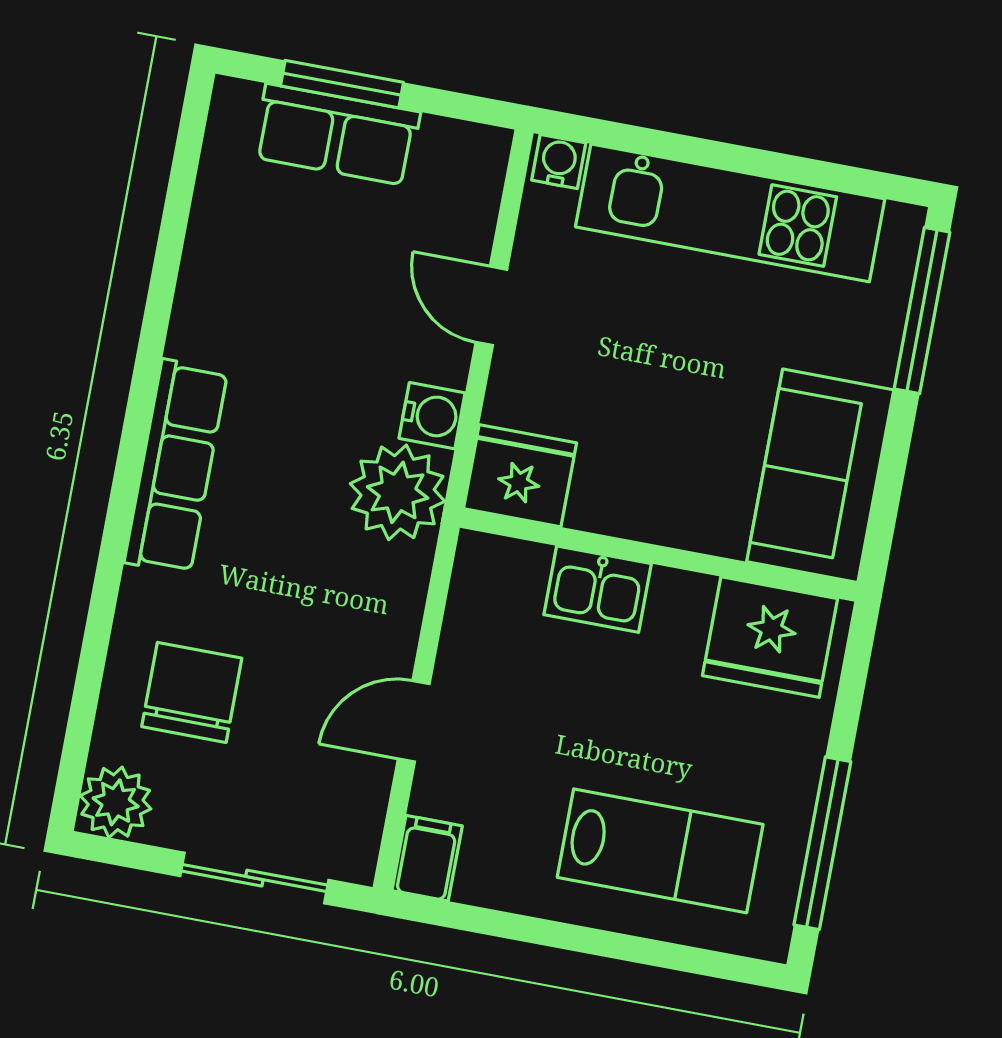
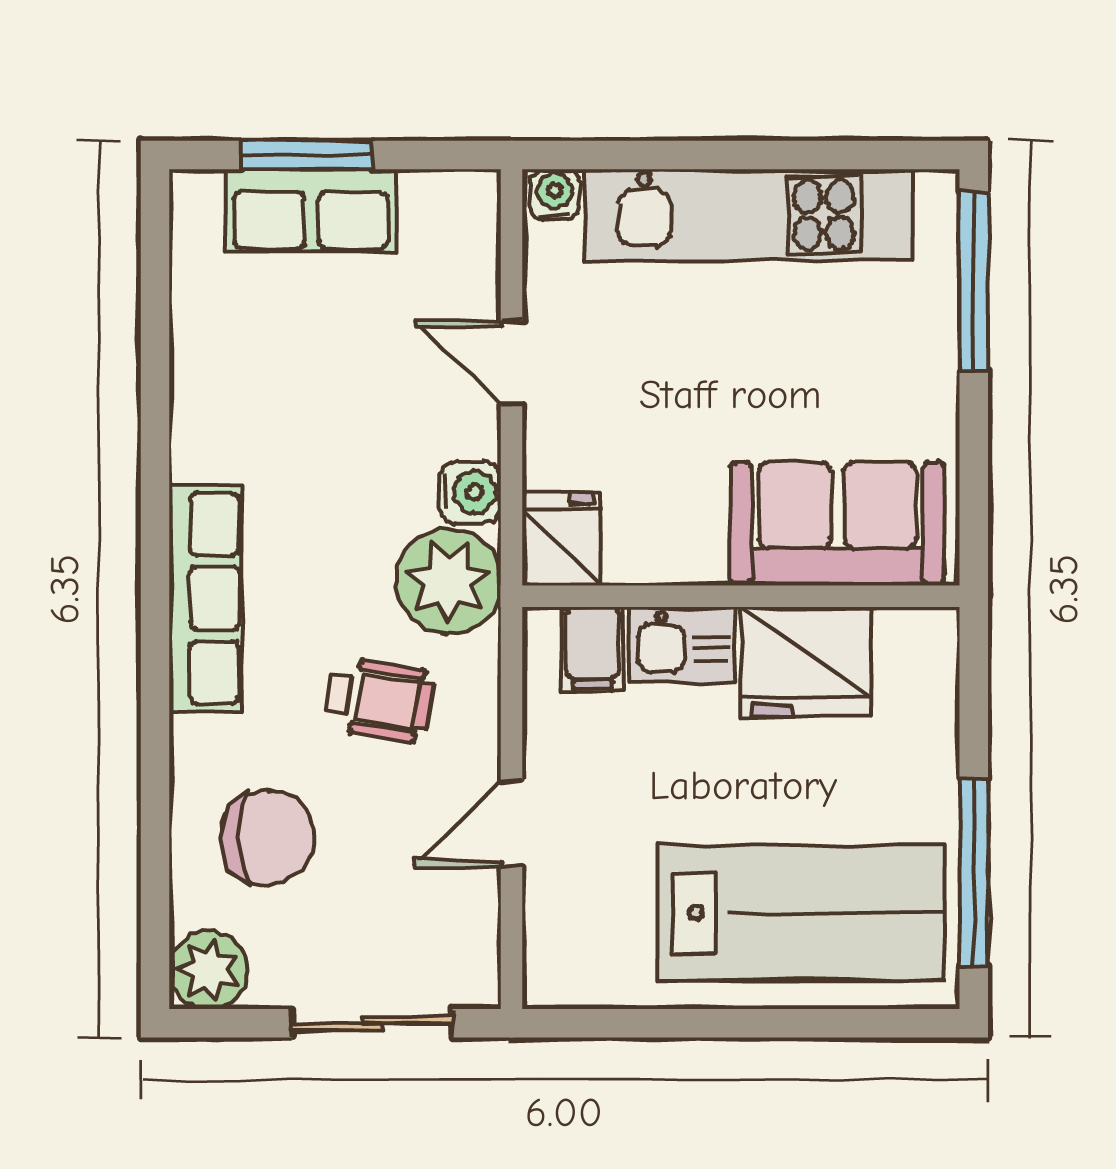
fridge: (520, 476) -> (561, 539), width x0.72
sofa: (820, 476) -> (837, 524), moved, turned 90
wheelchair: (315, 587) -> (379, 700), added
fridge: (770, 637) -> (805, 662), moved
chair: (192, 692) -> (268, 837), turned 90
lab bench: (660, 851) -> (802, 913), width x1.36, depth x1.39
filing cabinet: (427, 858) -> (593, 648), moved, turned 180

